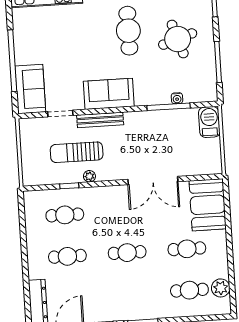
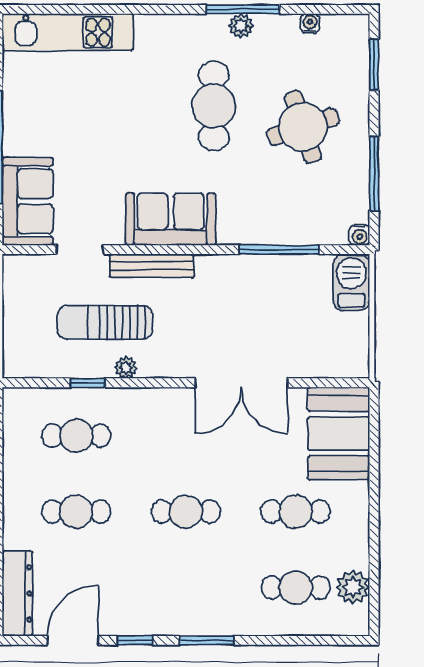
water cooler: (177, 98) -> (360, 235), moved

